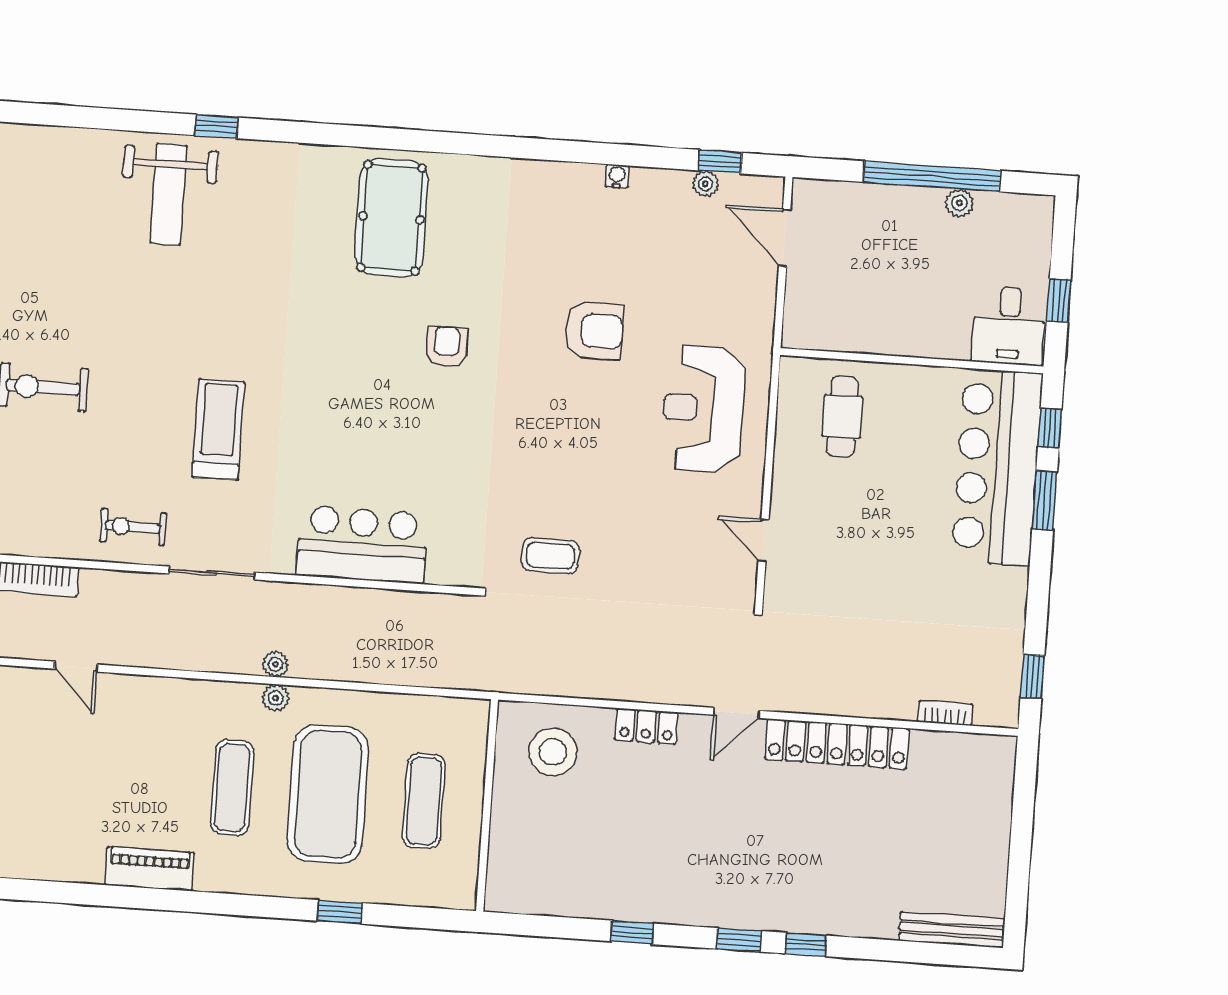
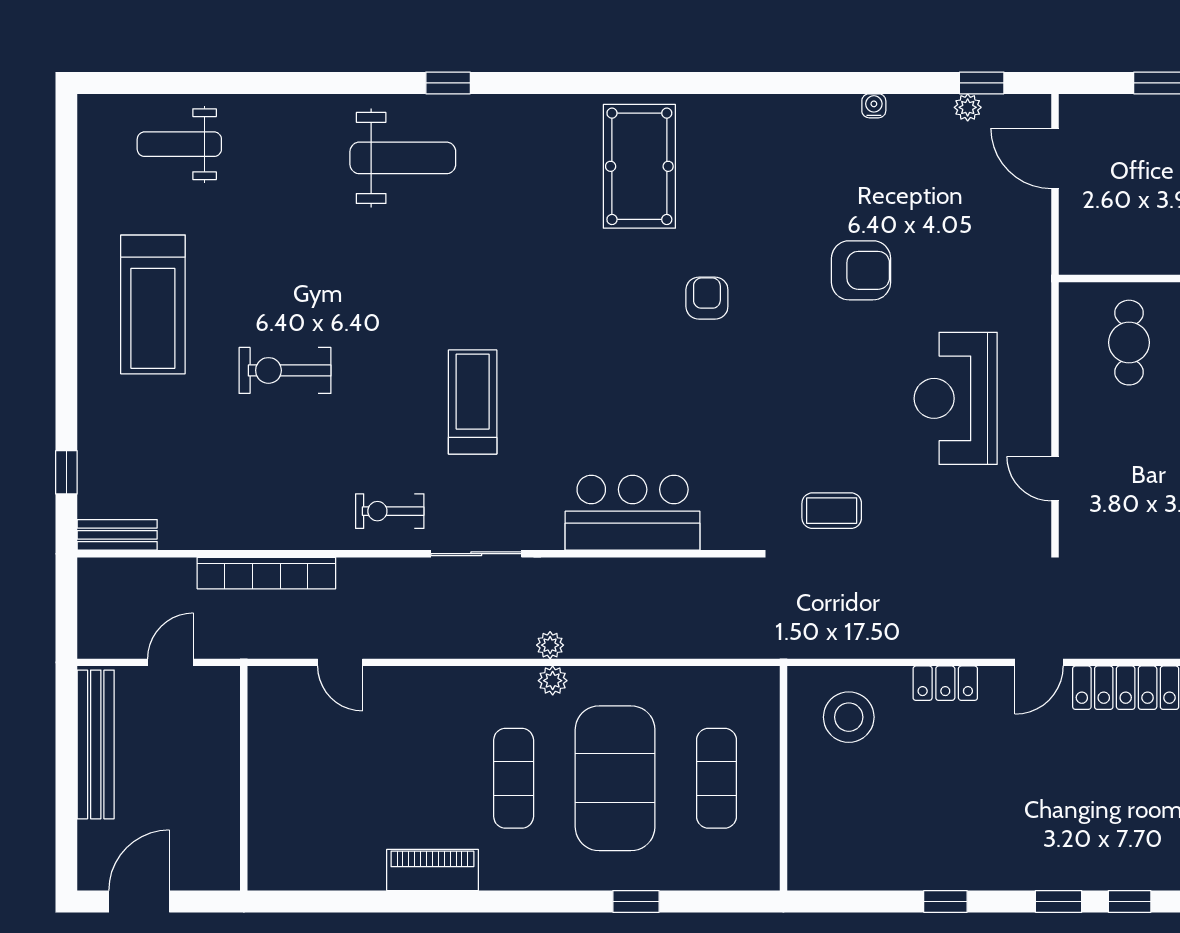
weight bench: (169, 194) -> (403, 158), turned -90
reception desk: (703, 409) -> (956, 398), moved

